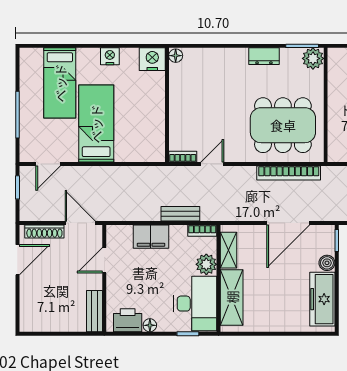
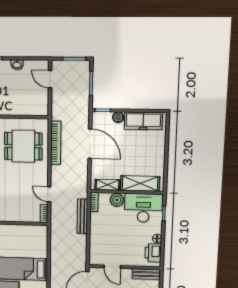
dining table: (283, 125) -> (23, 146), width x0.73
bench: (180, 214) -> (82, 216), width x1.36
filing cabinet: (151, 237) -> (97, 236), removed

